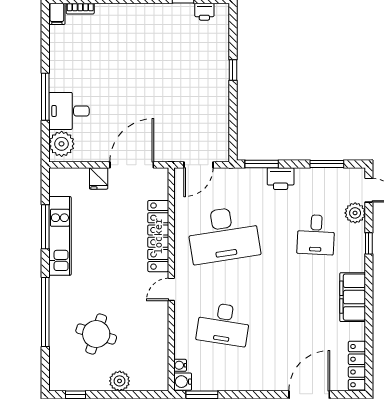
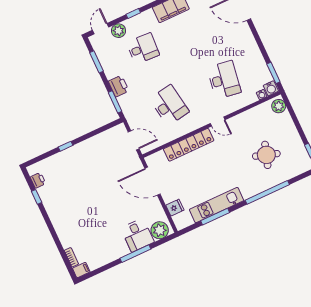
fridge: (99, 178) -> (175, 208), moved
desk: (223, 235) -> (169, 105), width x0.73, depth x0.77
plant: (120, 381) -> (279, 106), moved

